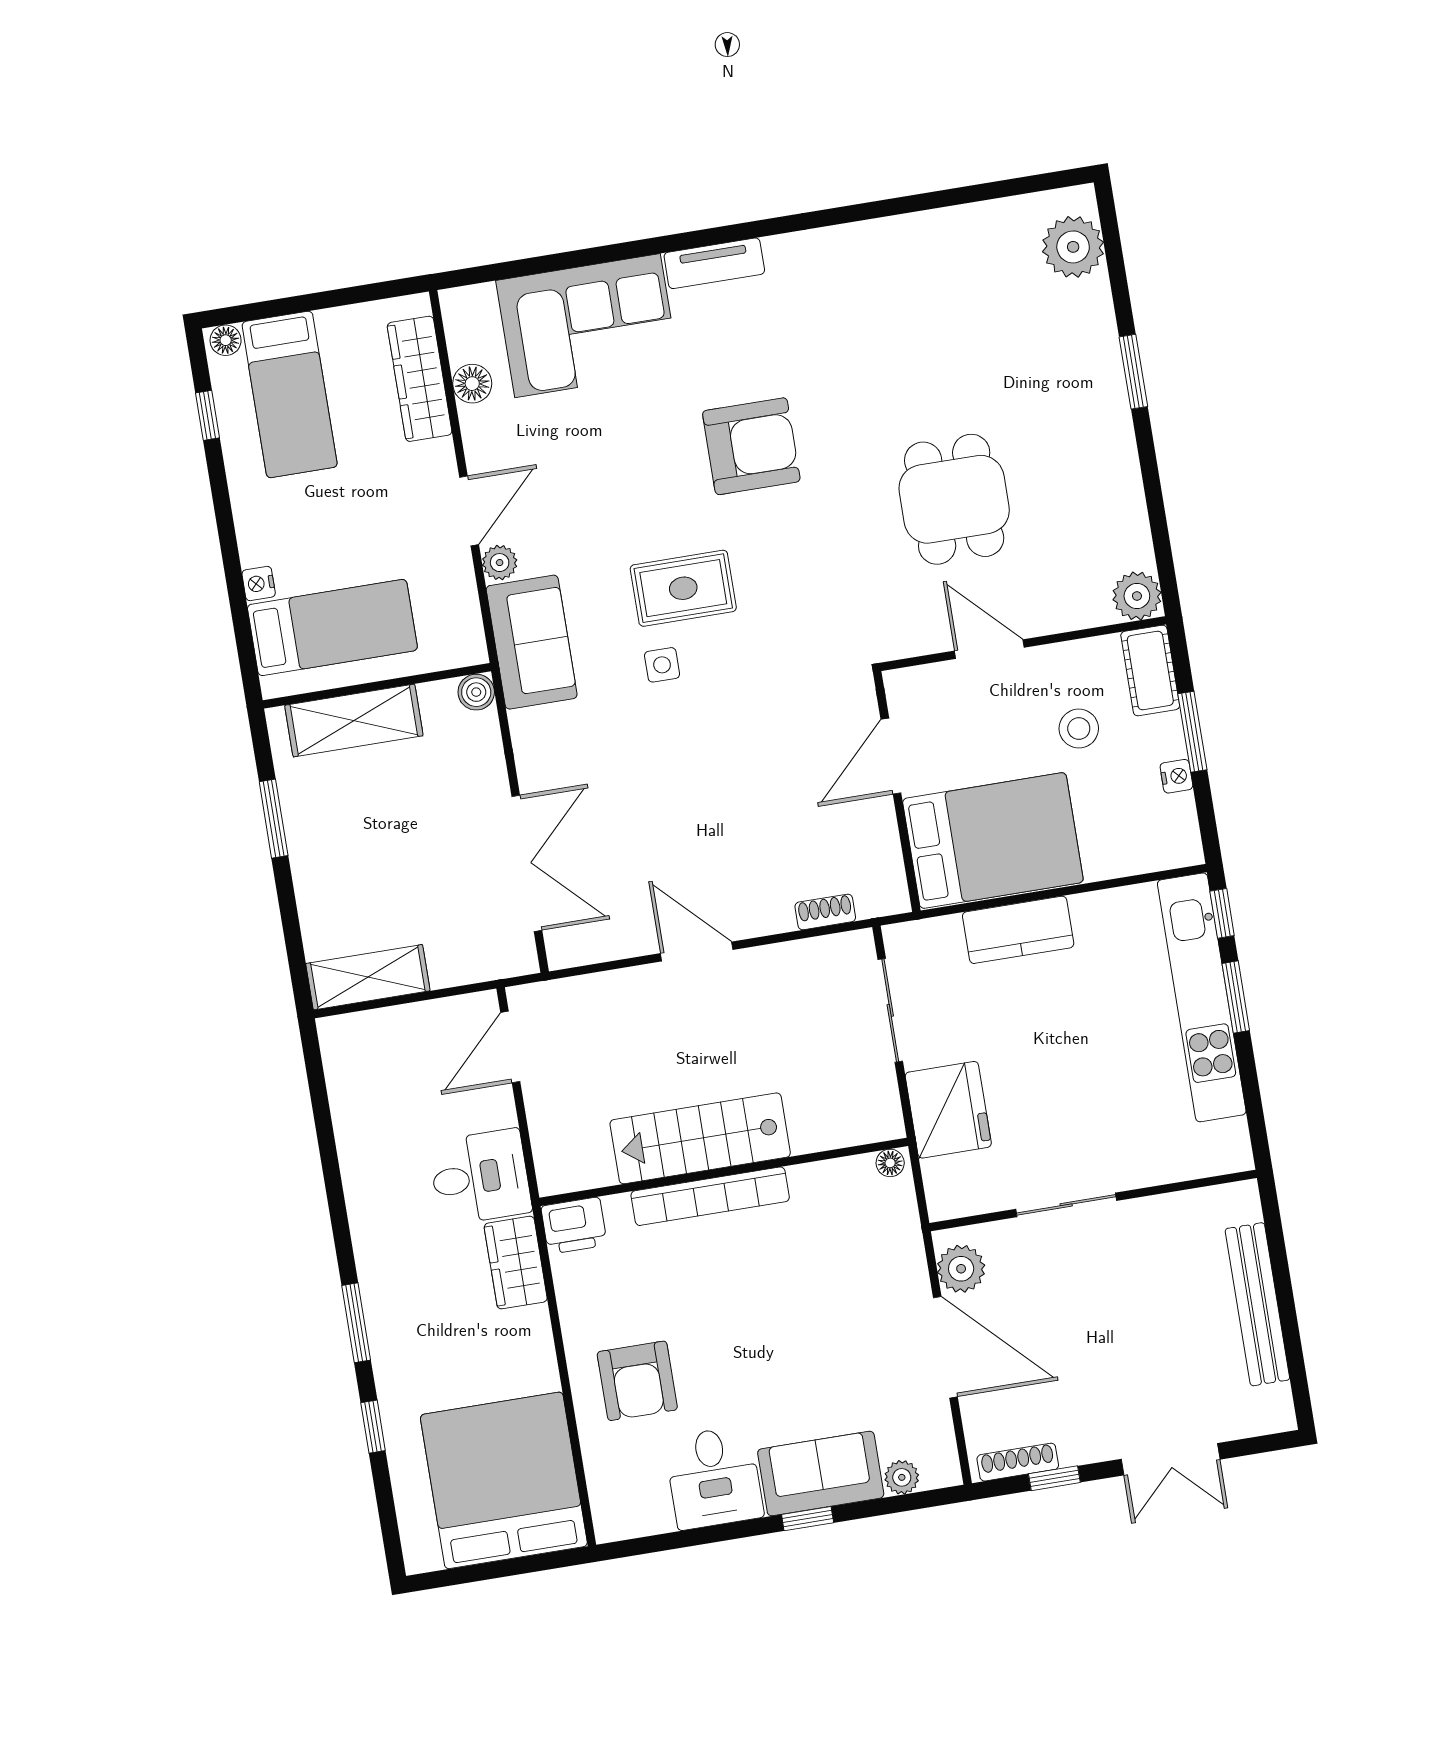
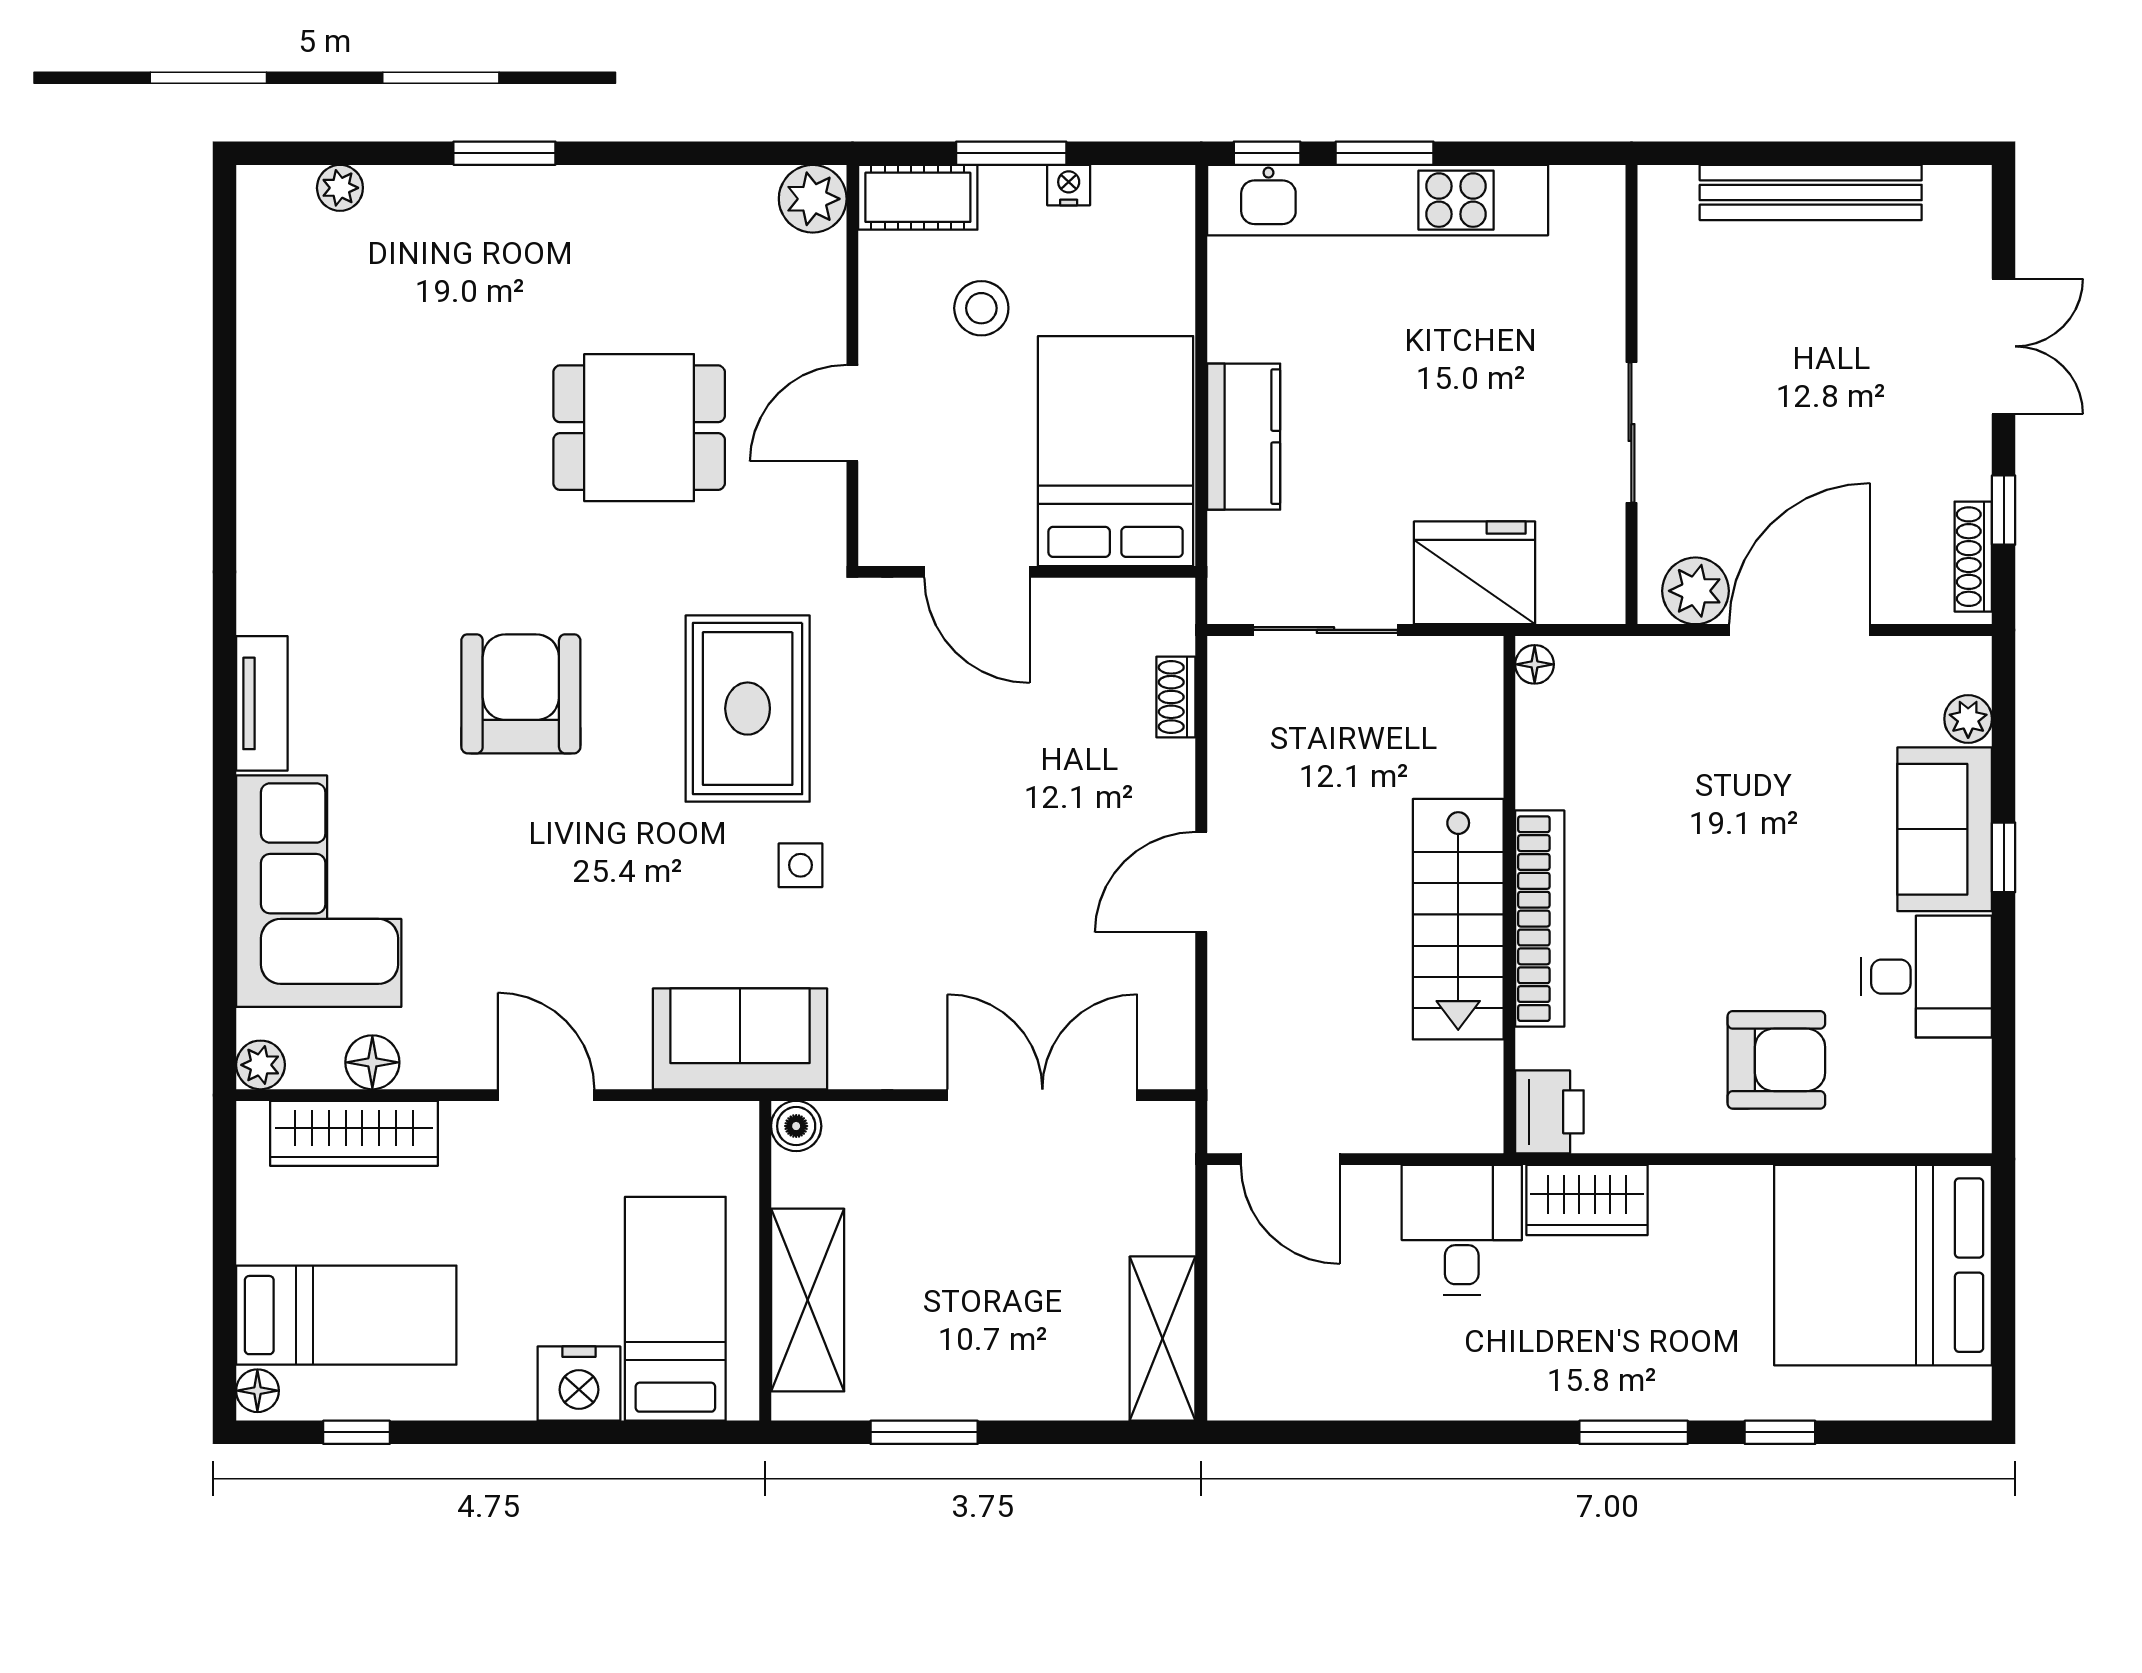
plant: (1073, 247) -> (340, 188), width x0.53, depth x0.53
plant: (500, 563) -> (261, 1065), moved
nightstand: (259, 583) -> (579, 1384), width x1.89, depth x1.79
rug: (683, 588) -> (748, 709), moved, width x1.36, depth x1.43

